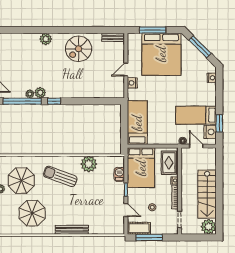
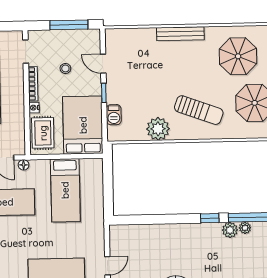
nightstand: (132, 83) -> (98, 247), removed
bed: (137, 123) -> (65, 190), moved
cot: (139, 228) -> (84, 38), removed

